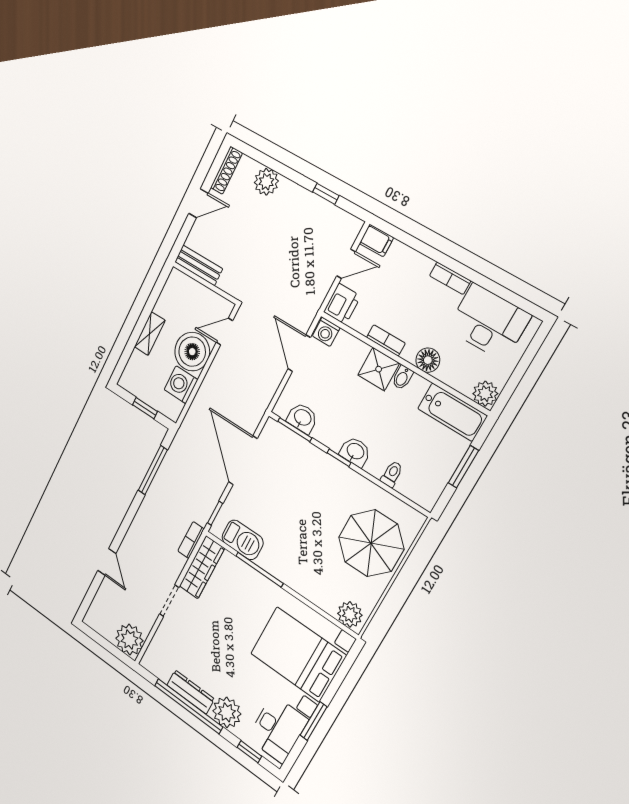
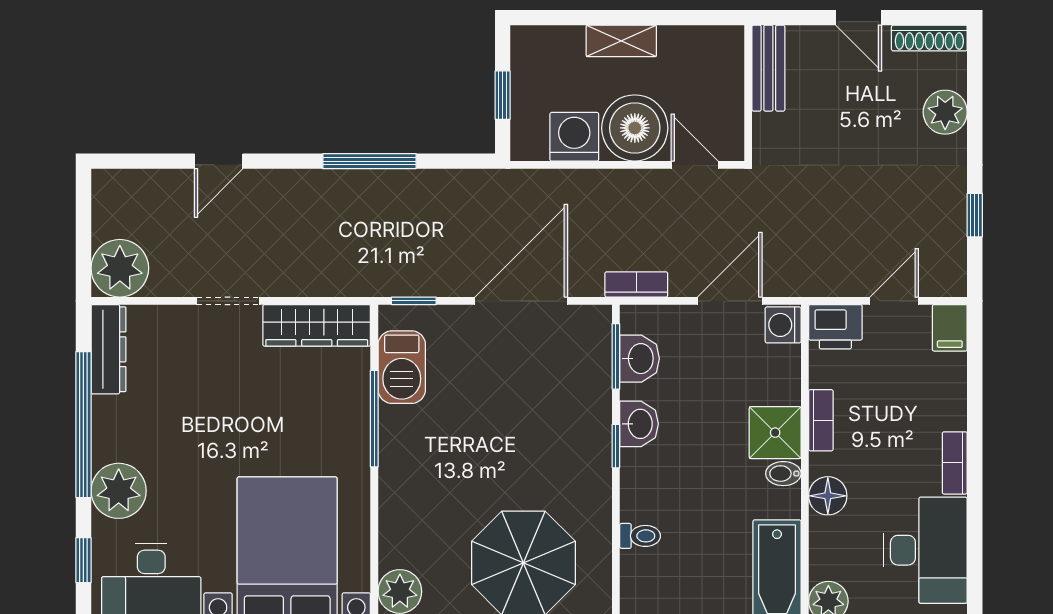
door: (346, 264) -> (894, 301), swing flipped
washbasin: (355, 452) -> (639, 424), moved
window: (153, 470) -> (369, 161), moved
bookcase: (191, 540) -> (636, 284), moved
dresser: (191, 692) -> (108, 349), moved

